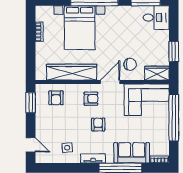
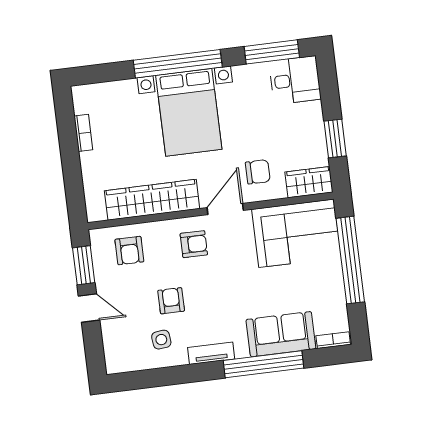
bed with nightstands: (80, 28) -> (189, 112), moved
armchair: (98, 124) -> (171, 301), moved
door: (31, 145) -> (89, 308), moved

